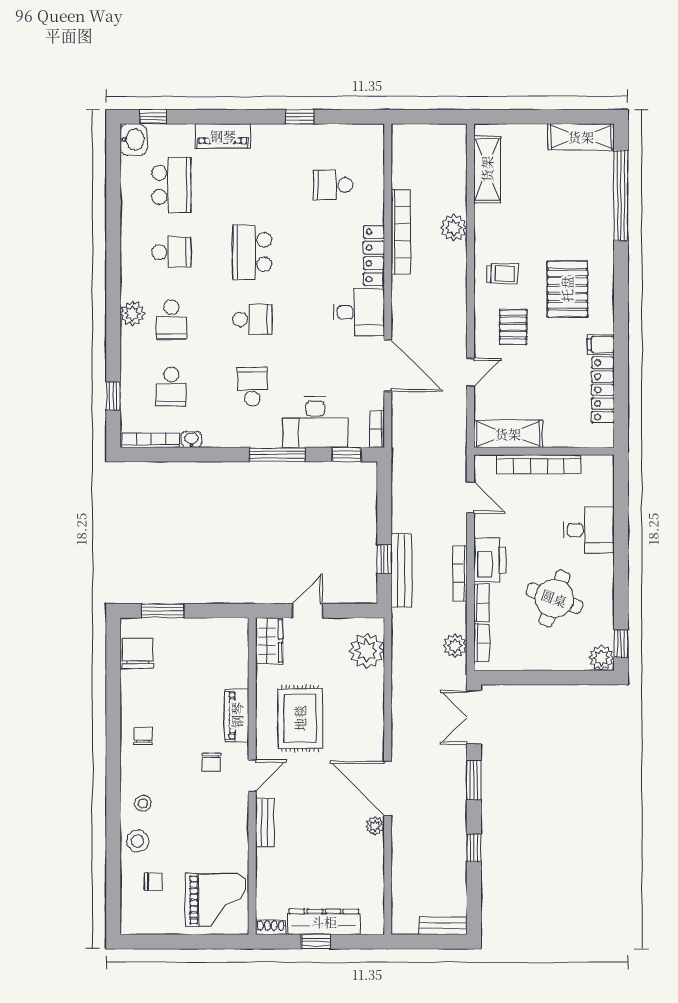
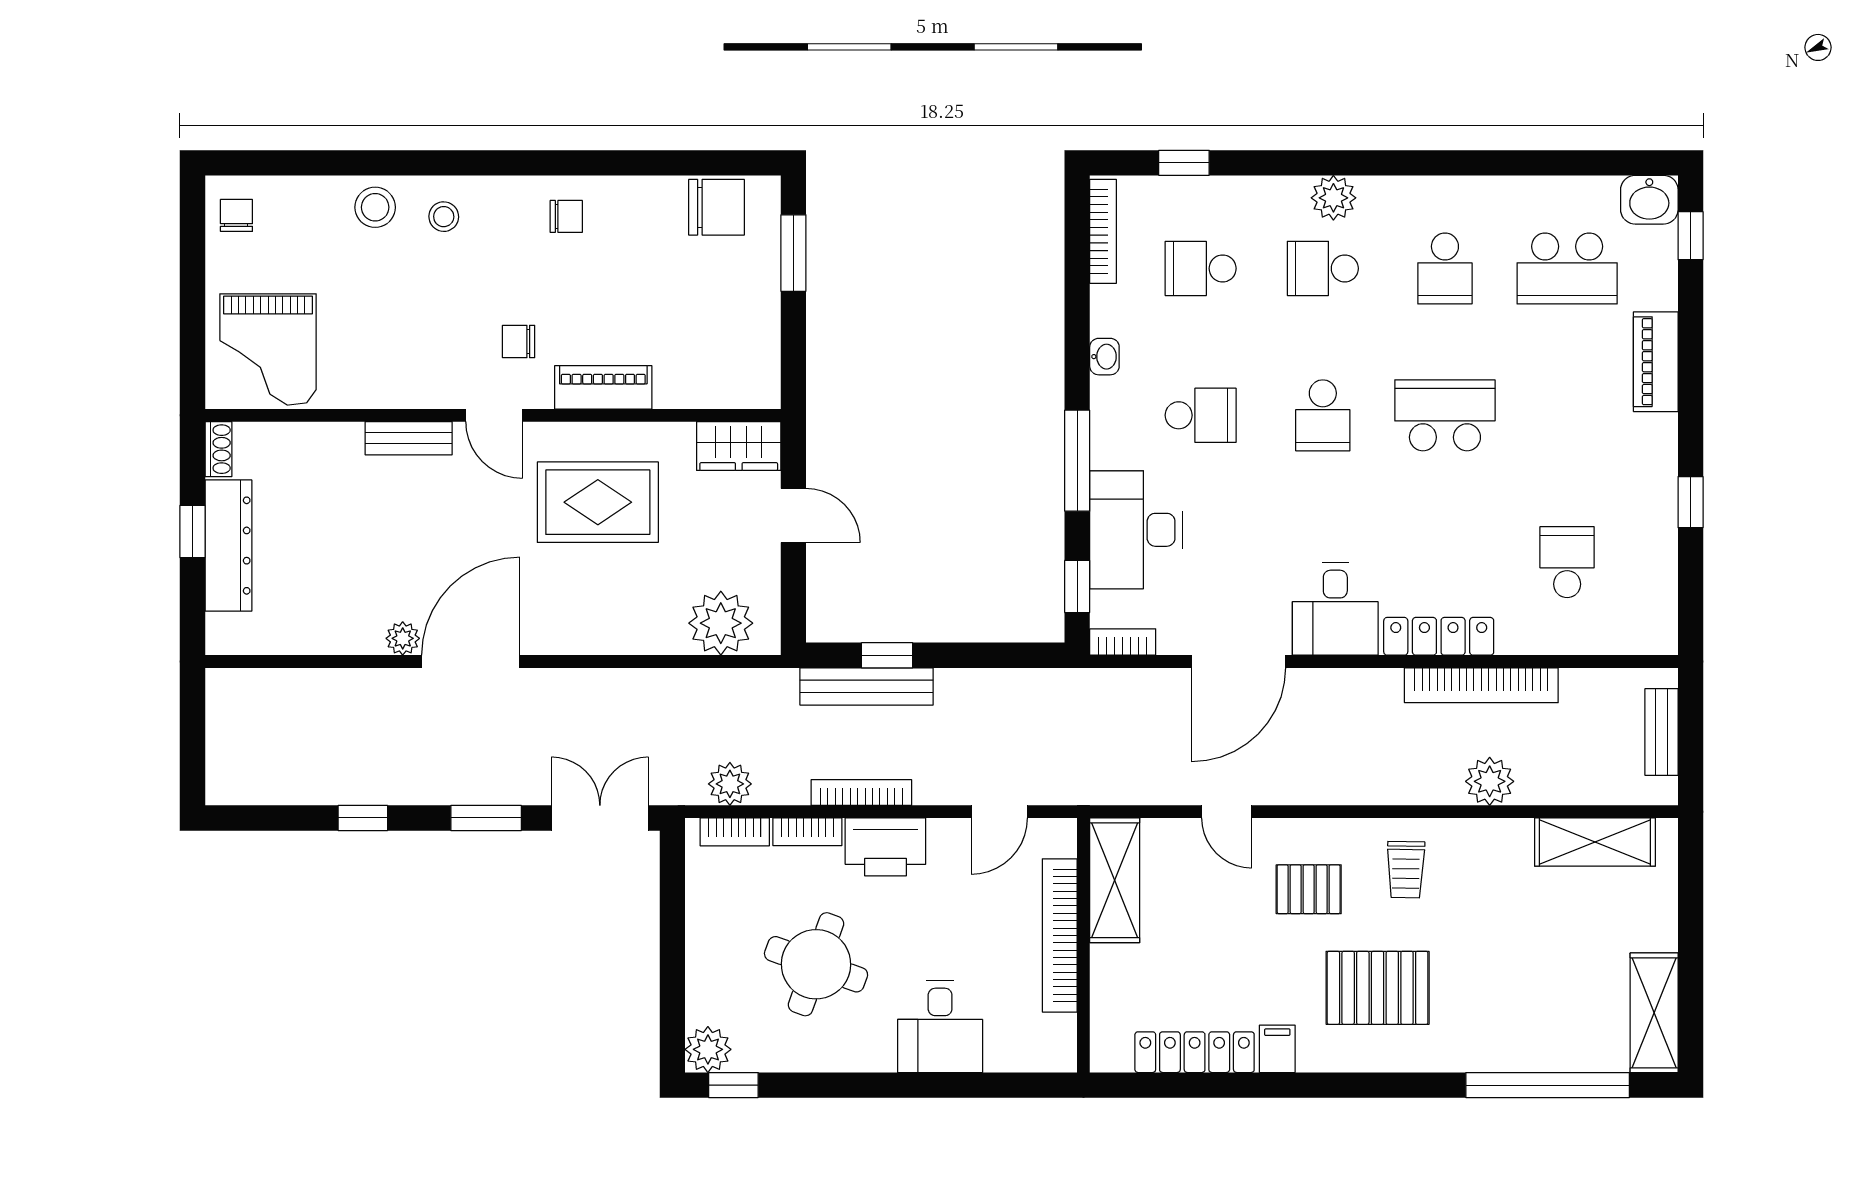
washbasin: (191, 440) -> (1104, 357), moved
chair: (153, 882) -> (236, 215), moved, turned 180
bench: (443, 926) -> (1662, 732), moved

